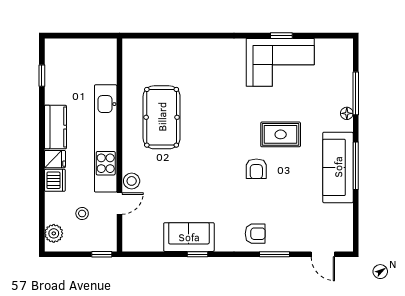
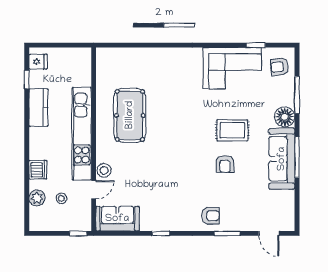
window: (281, 36) -> (256, 45), moved
armchair: (335, 61) -> (280, 67), added
floor lamp: (347, 113) -> (285, 117), width x1.89, depth x1.89
kitchen counter: (55, 127) -> (38, 107), moved
fridge: (55, 159) -> (38, 62), moved
armchair: (256, 169) -> (225, 164), moved
plant: (54, 233) -> (37, 198), moved
sofa: (189, 237) -> (117, 219), moved

